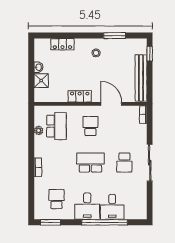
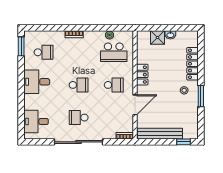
window: (115, 36) -> (201, 96), moved
locker: (62, 44) -> (193, 64), width x1.53
school desk: (90, 163) -> (79, 85), width x0.54
sliding door: (150, 163) -> (78, 142), width x1.36
desk: (112, 207) -> (36, 122), moved
window: (105, 222) -> (21, 99), removed

